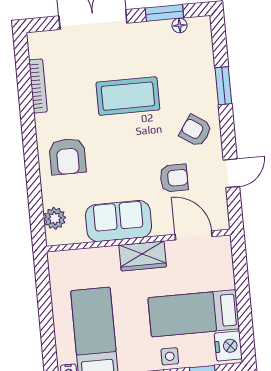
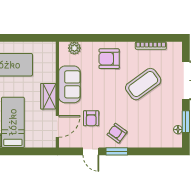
window: (223, 86) -> (117, 151), moved
coffee table: (128, 96) -> (143, 84), moved, turned 54
armchair: (196, 131) -> (117, 133), turned -88

